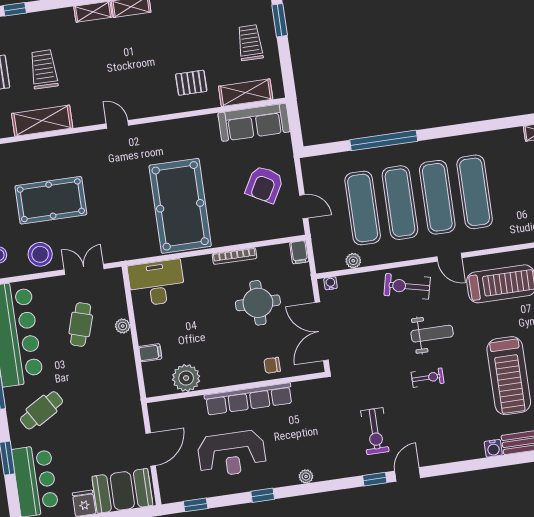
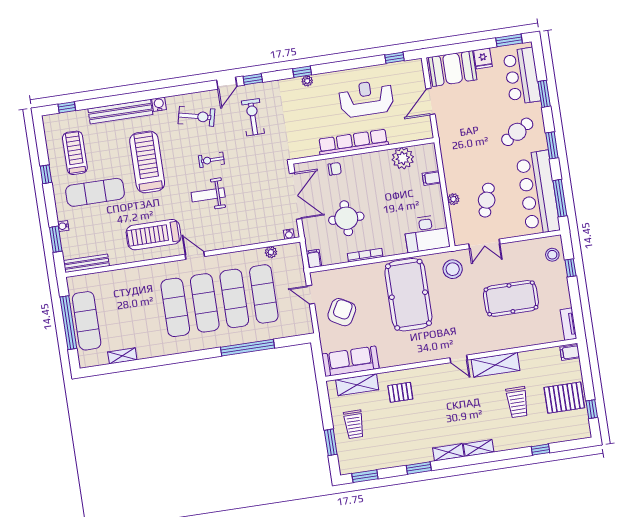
shelving: (42, 121) -> (495, 365), moved
stool: (40, 254) -> (453, 269), moved
exercise bike: (407, 286) -> (197, 116), moved
window: (263, 495) -> (302, 72), moved

